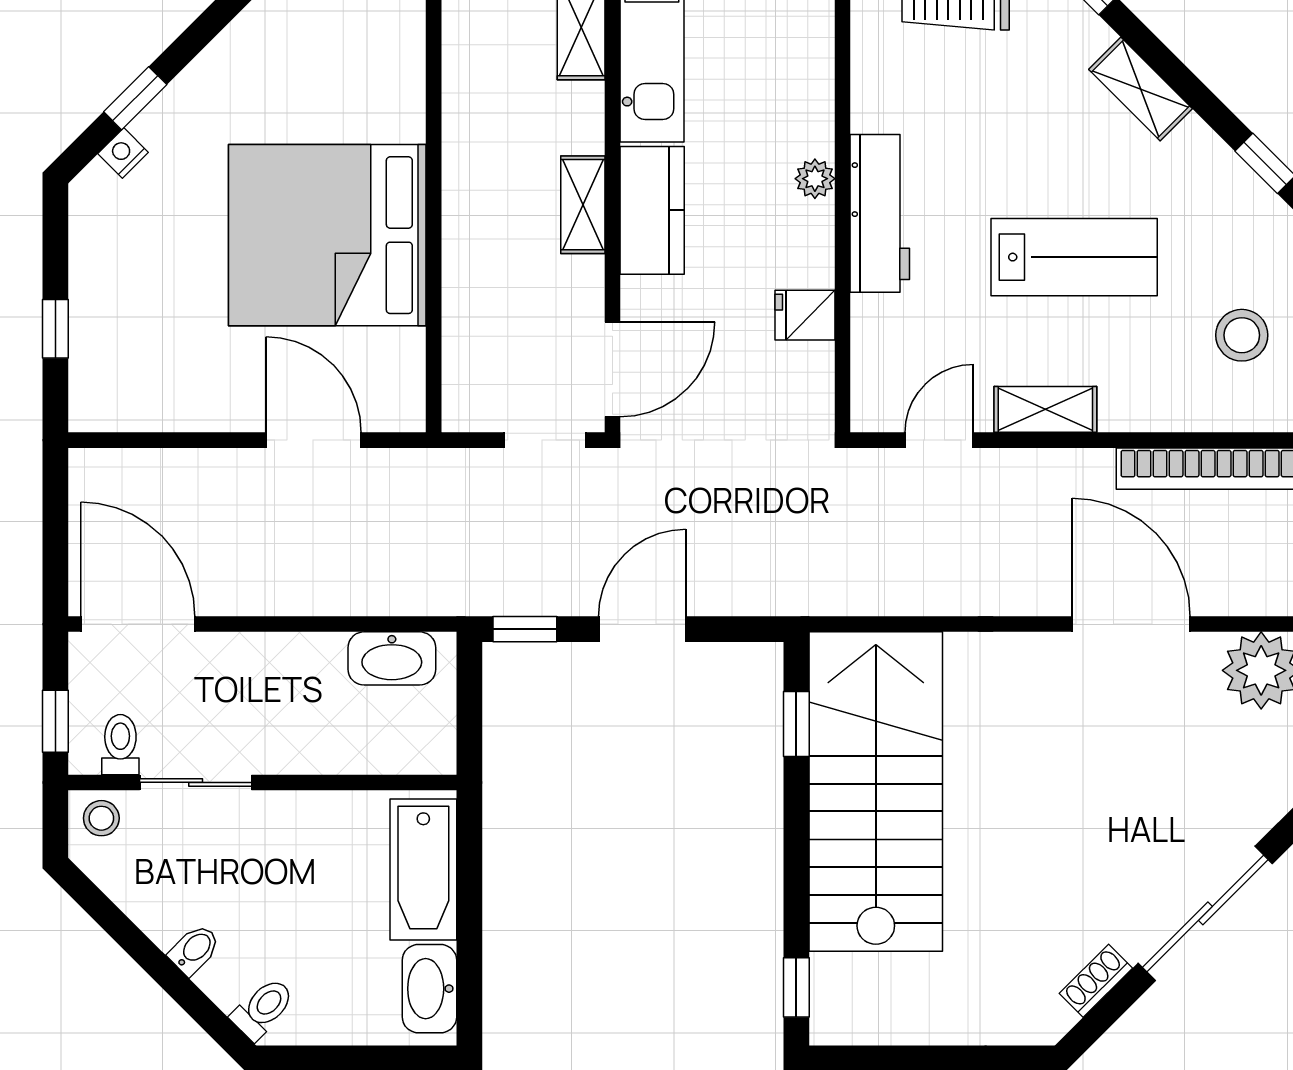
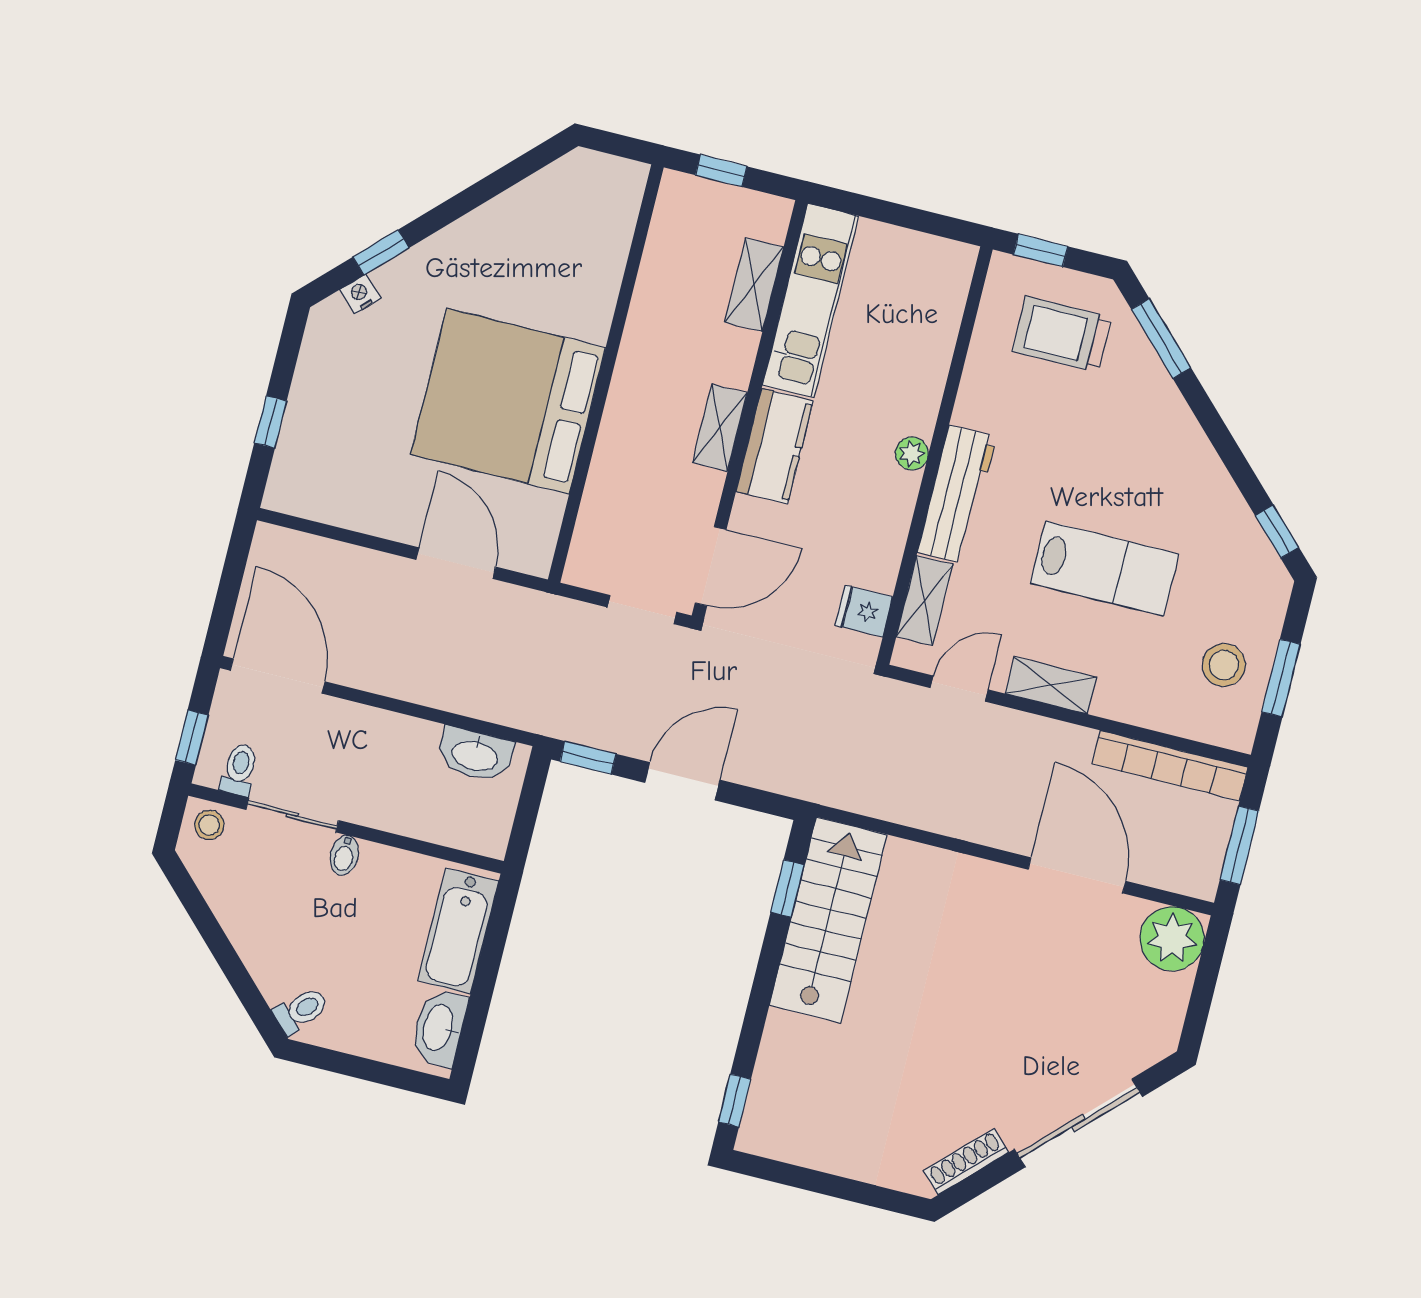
shelving: (1140, 89) -> (925, 601), moved, turned 45
fridge: (805, 315) -> (864, 611), moved
stairs: (876, 792) -> (828, 920), width x0.73, depth x0.66
bidet: (194, 950) -> (344, 855), moved, turned 135
shoe rack: (1096, 981) -> (966, 1162), width x1.43

